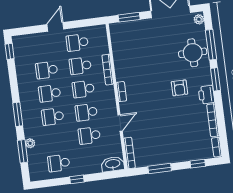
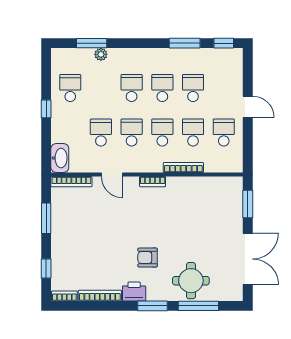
plant: (199, 19) -> (233, 294), removed
window: (18, 114) -> (185, 43), moved

